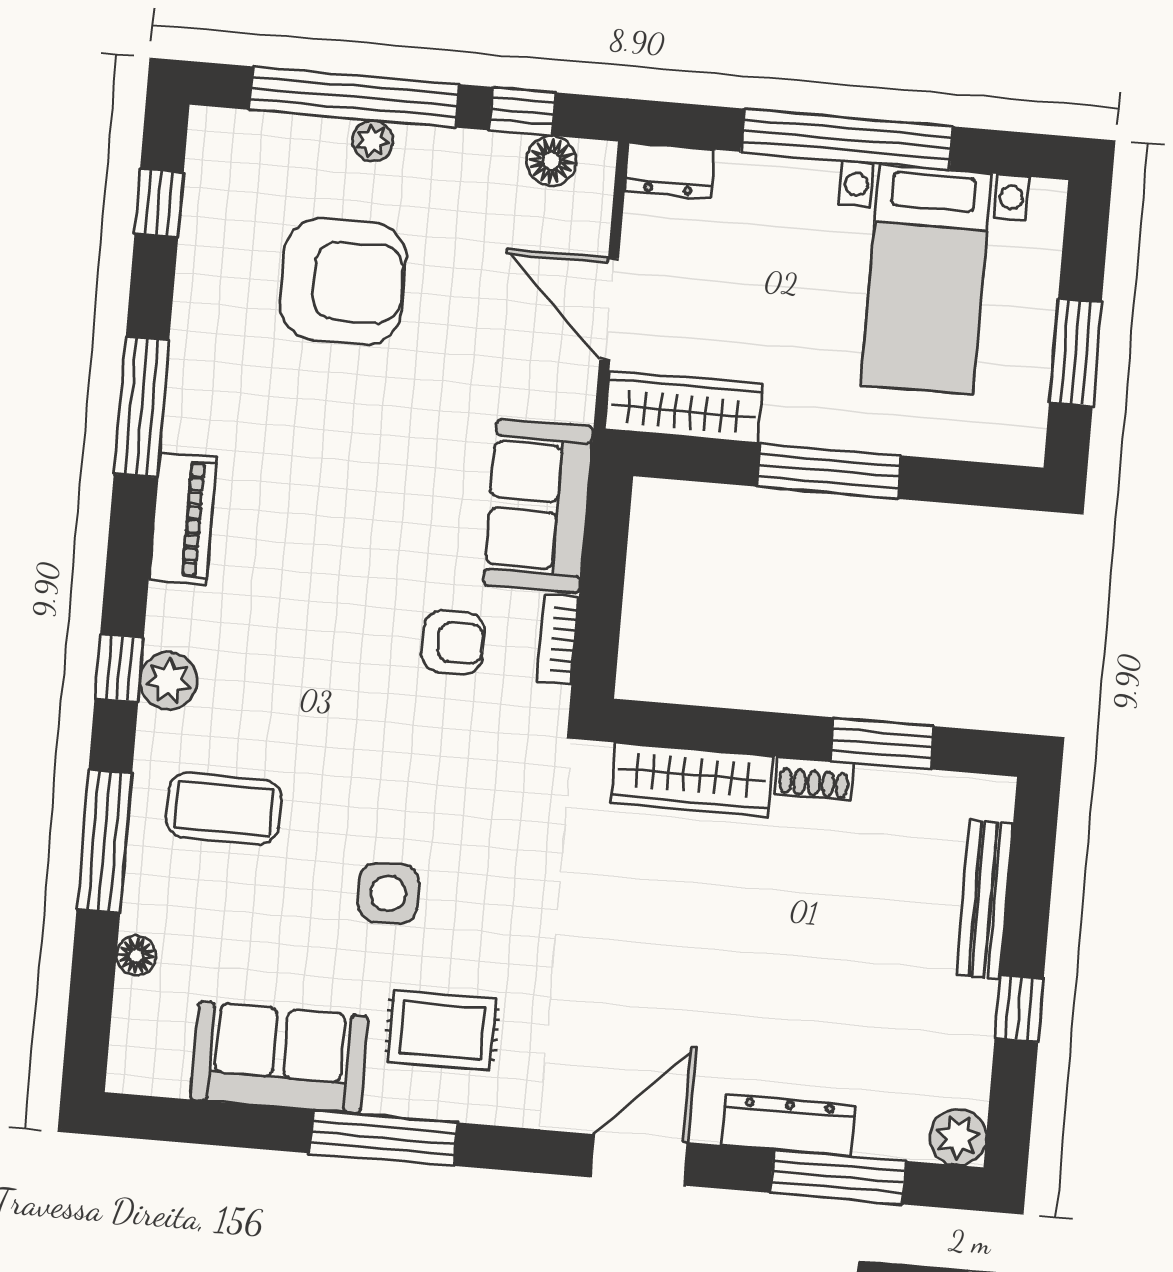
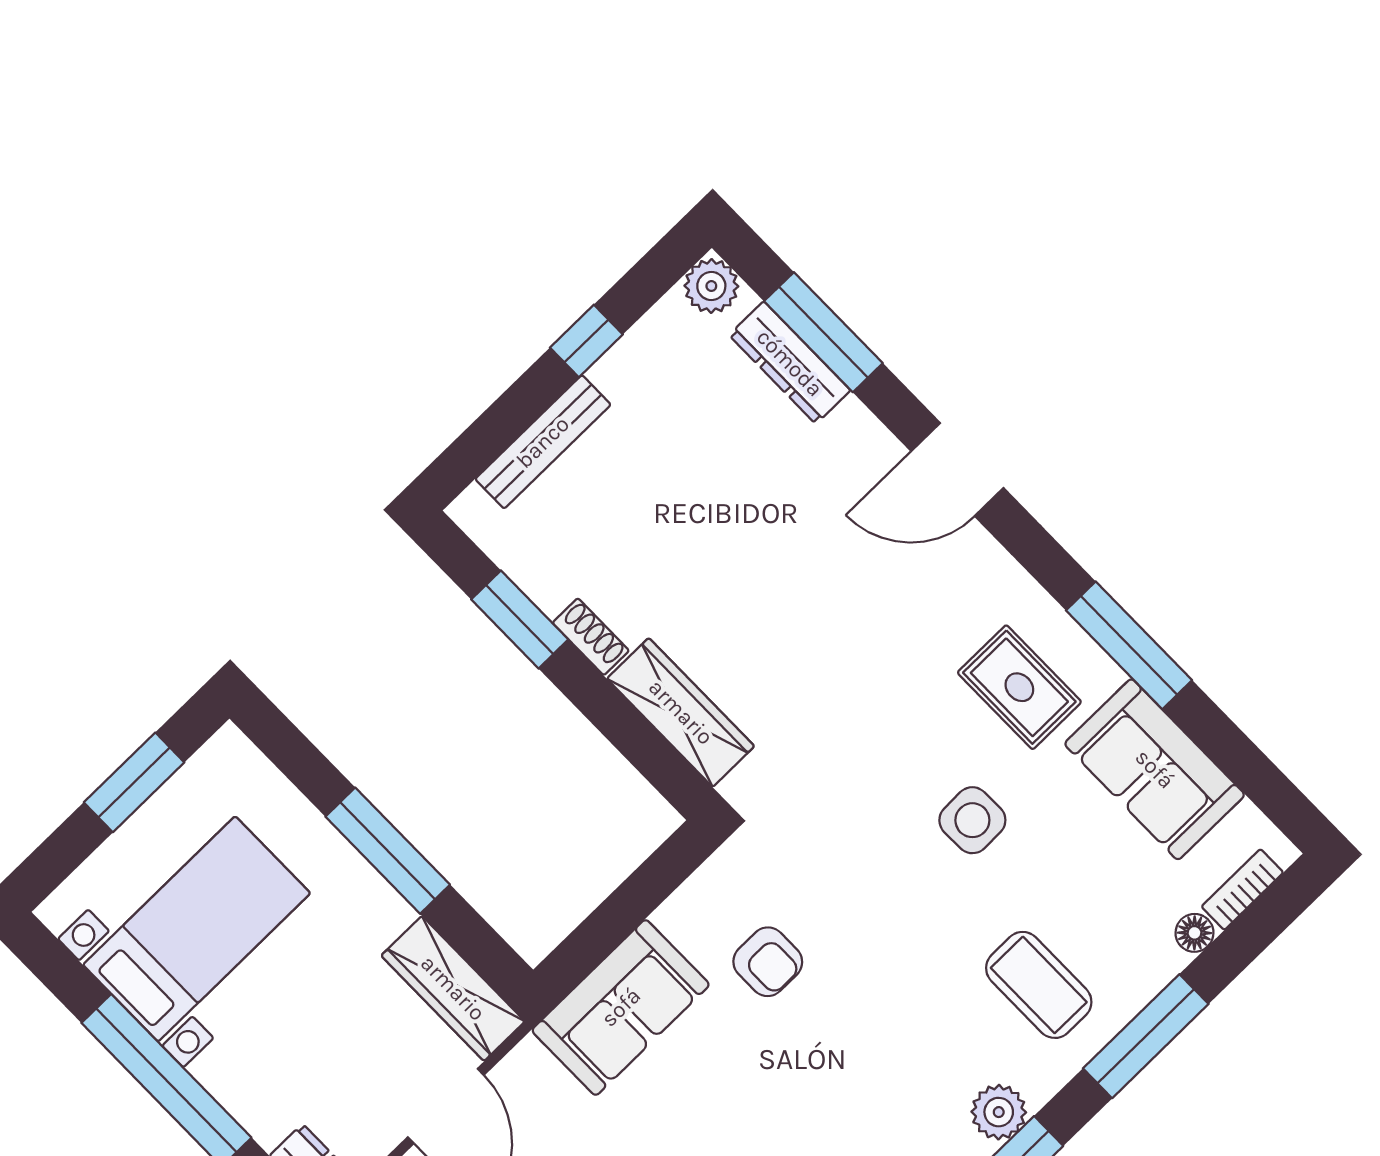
bookcase: (558, 639) -> (1242, 889), moved, turned 180
armchair: (453, 642) -> (768, 962), turned 180
dresser: (788, 1125) -> (790, 363), moved

